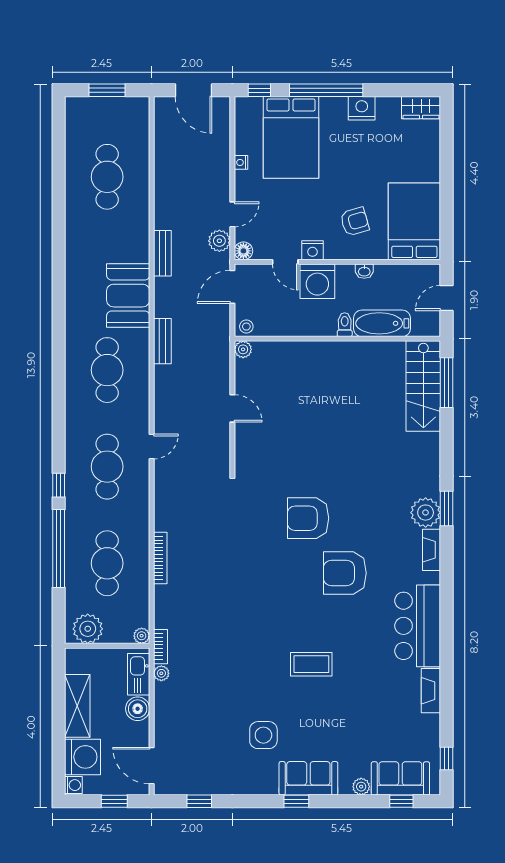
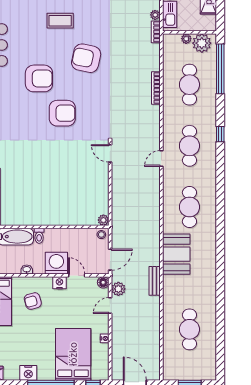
bench: (162, 341) -> (155, 225), removed
door: (232, 408) -> (110, 153), moved
window: (59, 549) -> (220, 69), moved
armchair: (270, 605) -> (86, 58), added
plant: (142, 636) -> (186, 39), moved

